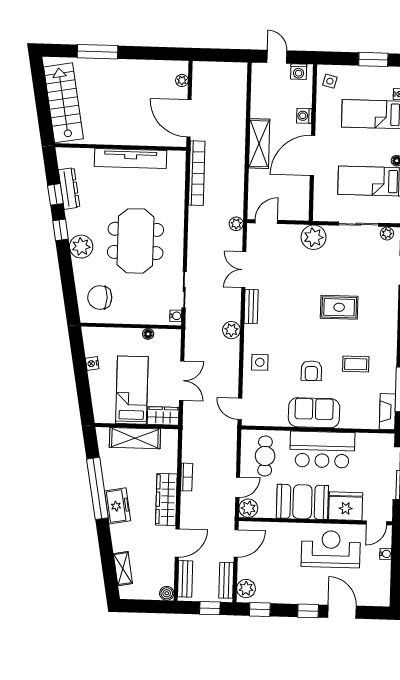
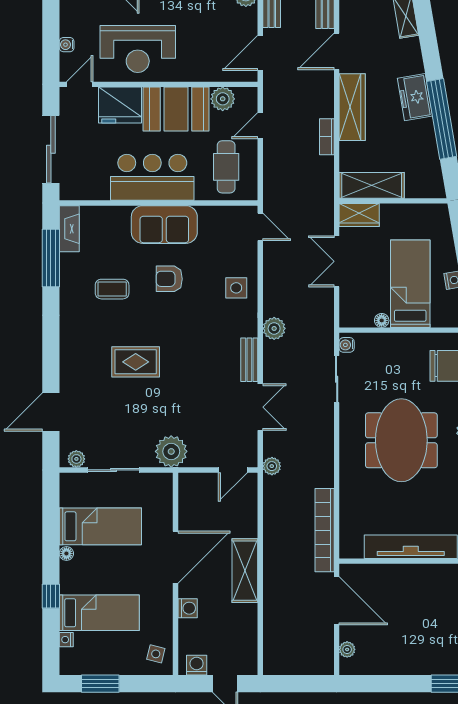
armchair: (311, 371) -> (169, 279), turned -90
bed: (132, 390) -> (410, 284), moved, turned 180
shelving: (135, 438) -> (372, 185), moved
plant: (248, 508) -> (223, 99), moved

